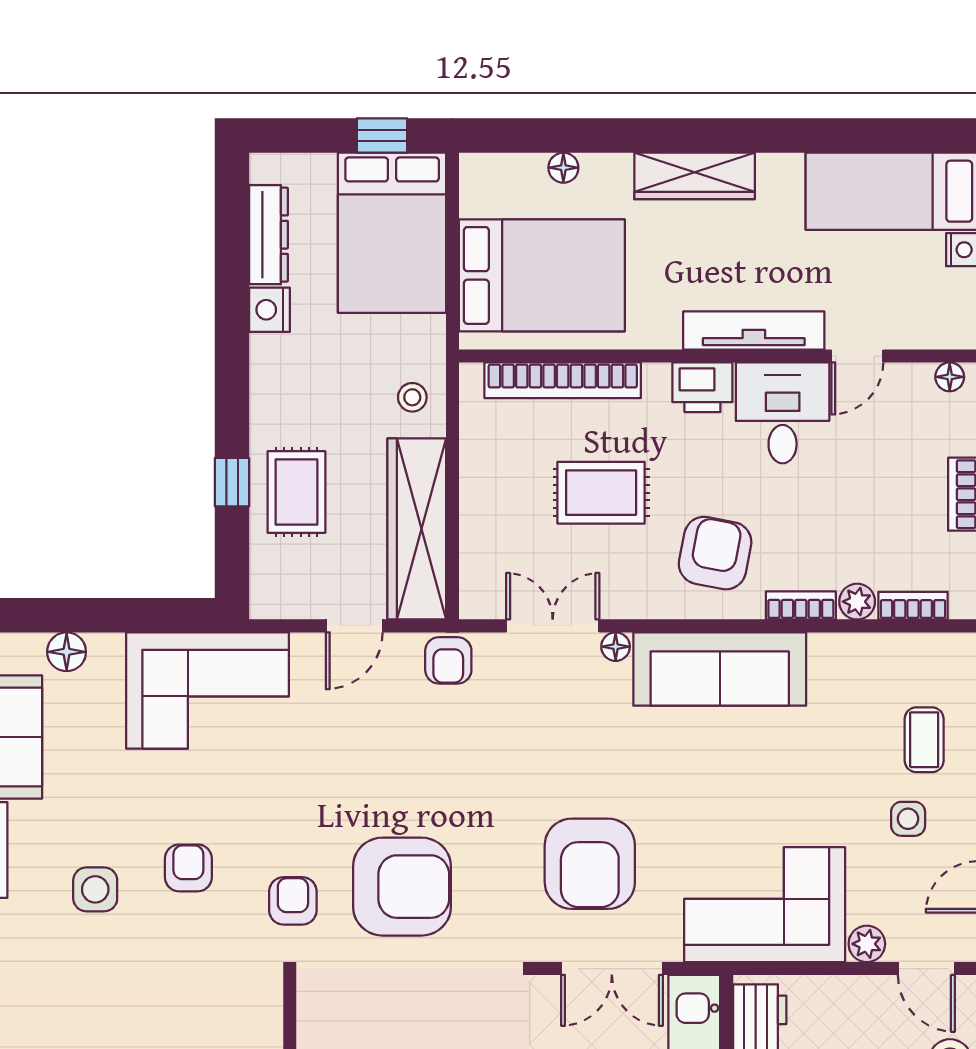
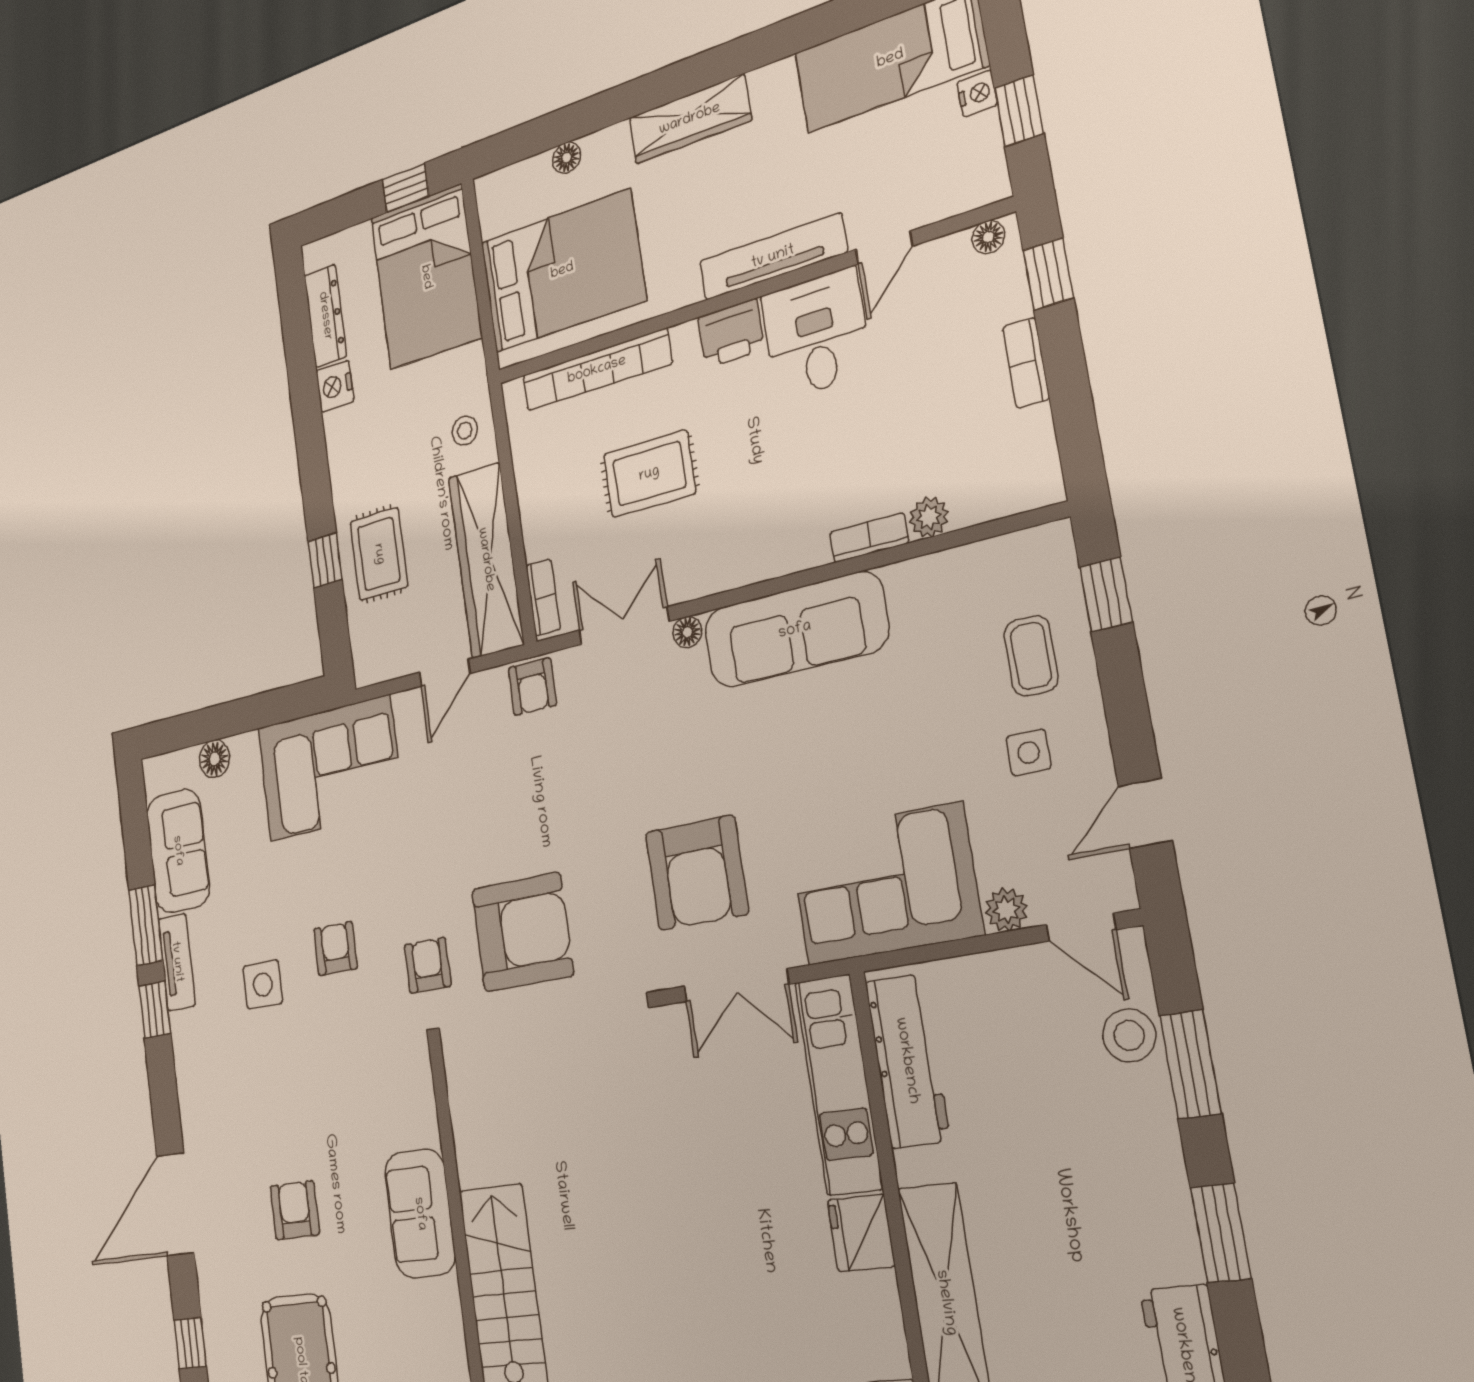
armchair: (715, 553) -> (771, 505), removed
bookcase: (913, 606) -> (543, 597), moved, turned 90

